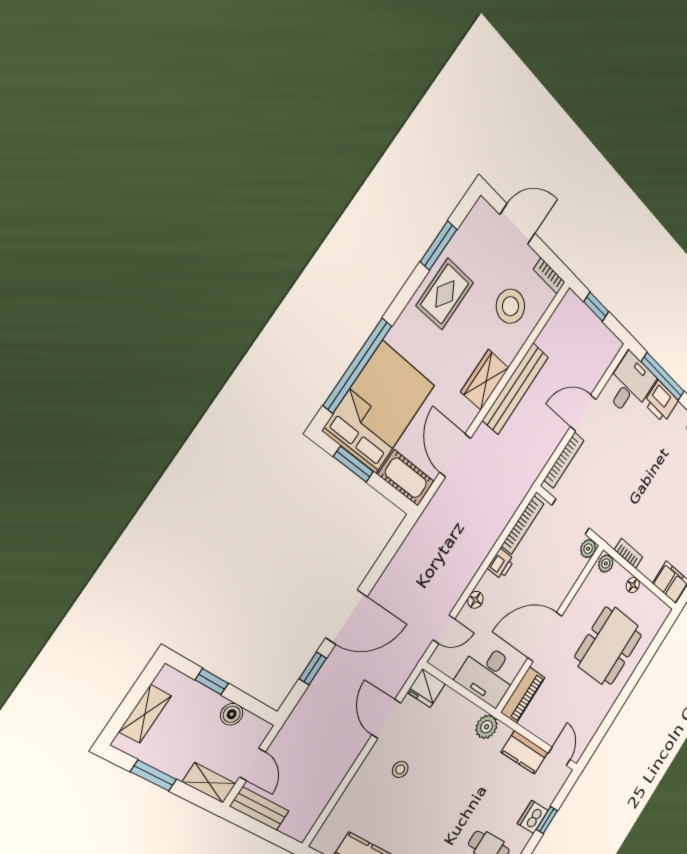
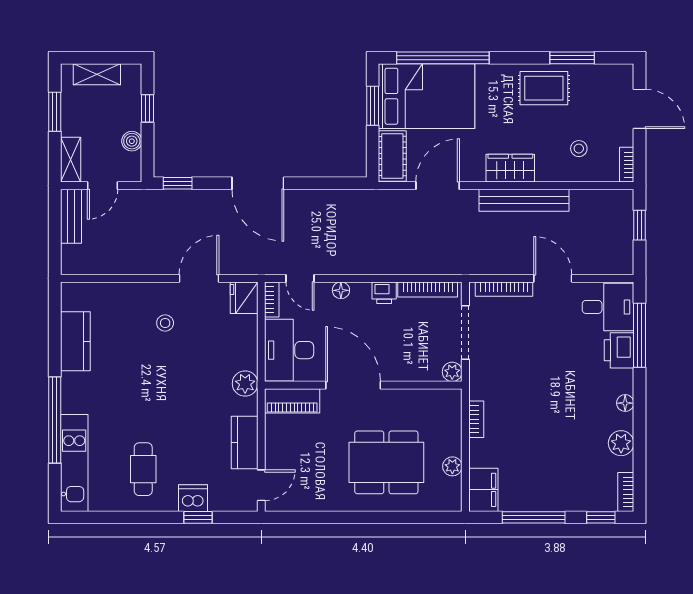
stool: (510, 306) -> (579, 149), width x0.53, depth x0.53
plant: (606, 563) -> (452, 466), moved
floor lamp: (633, 585) -> (454, 447), removed
bookcase: (443, 665) -> (272, 300), added
window: (313, 668) -> (178, 183), moved

